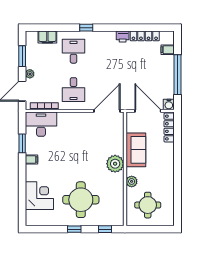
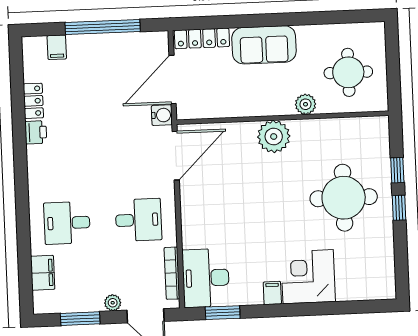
window: (86, 28) -> (22, 201), removed
locker: (145, 36) -> (33, 101), width x0.66
water cooler: (169, 104) -> (162, 115), moved
door: (107, 111) -> (176, 156), swing flipped
window: (22, 143) -> (223, 313), moved
sofa: (136, 150) -> (264, 45), moved, turned 180
corner desk: (39, 196) -> (308, 277), moved
window: (105, 229) -> (397, 170), moved

